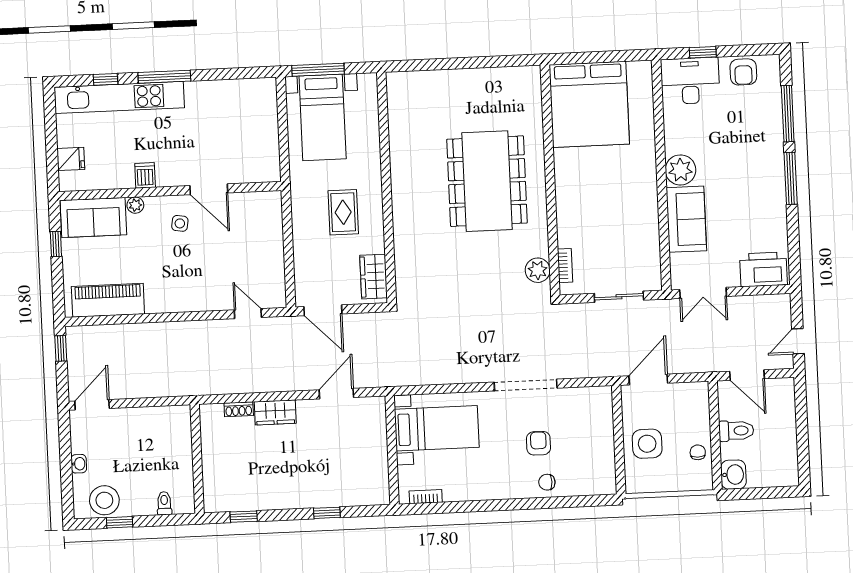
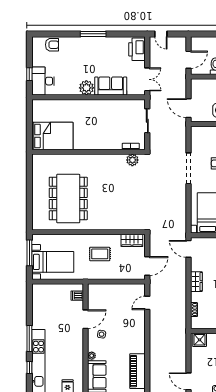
window: (318, 70) -> (29, 253), moved
armchair: (743, 72) -> (52, 45), moved
bed: (589, 104) -> (52, 136), width x0.73
window: (788, 114) -> (61, 34), removed
dishwasher: (145, 175) -> (77, 296), moved
dining table: (487, 181) -> (68, 199), moved, turned 90
door: (798, 341) -> (161, 34), moved
door: (336, 394) -> (188, 249), moved
wardrobe: (275, 412) -> (196, 282), moved
shower: (177, 424) -> (200, 340), added

